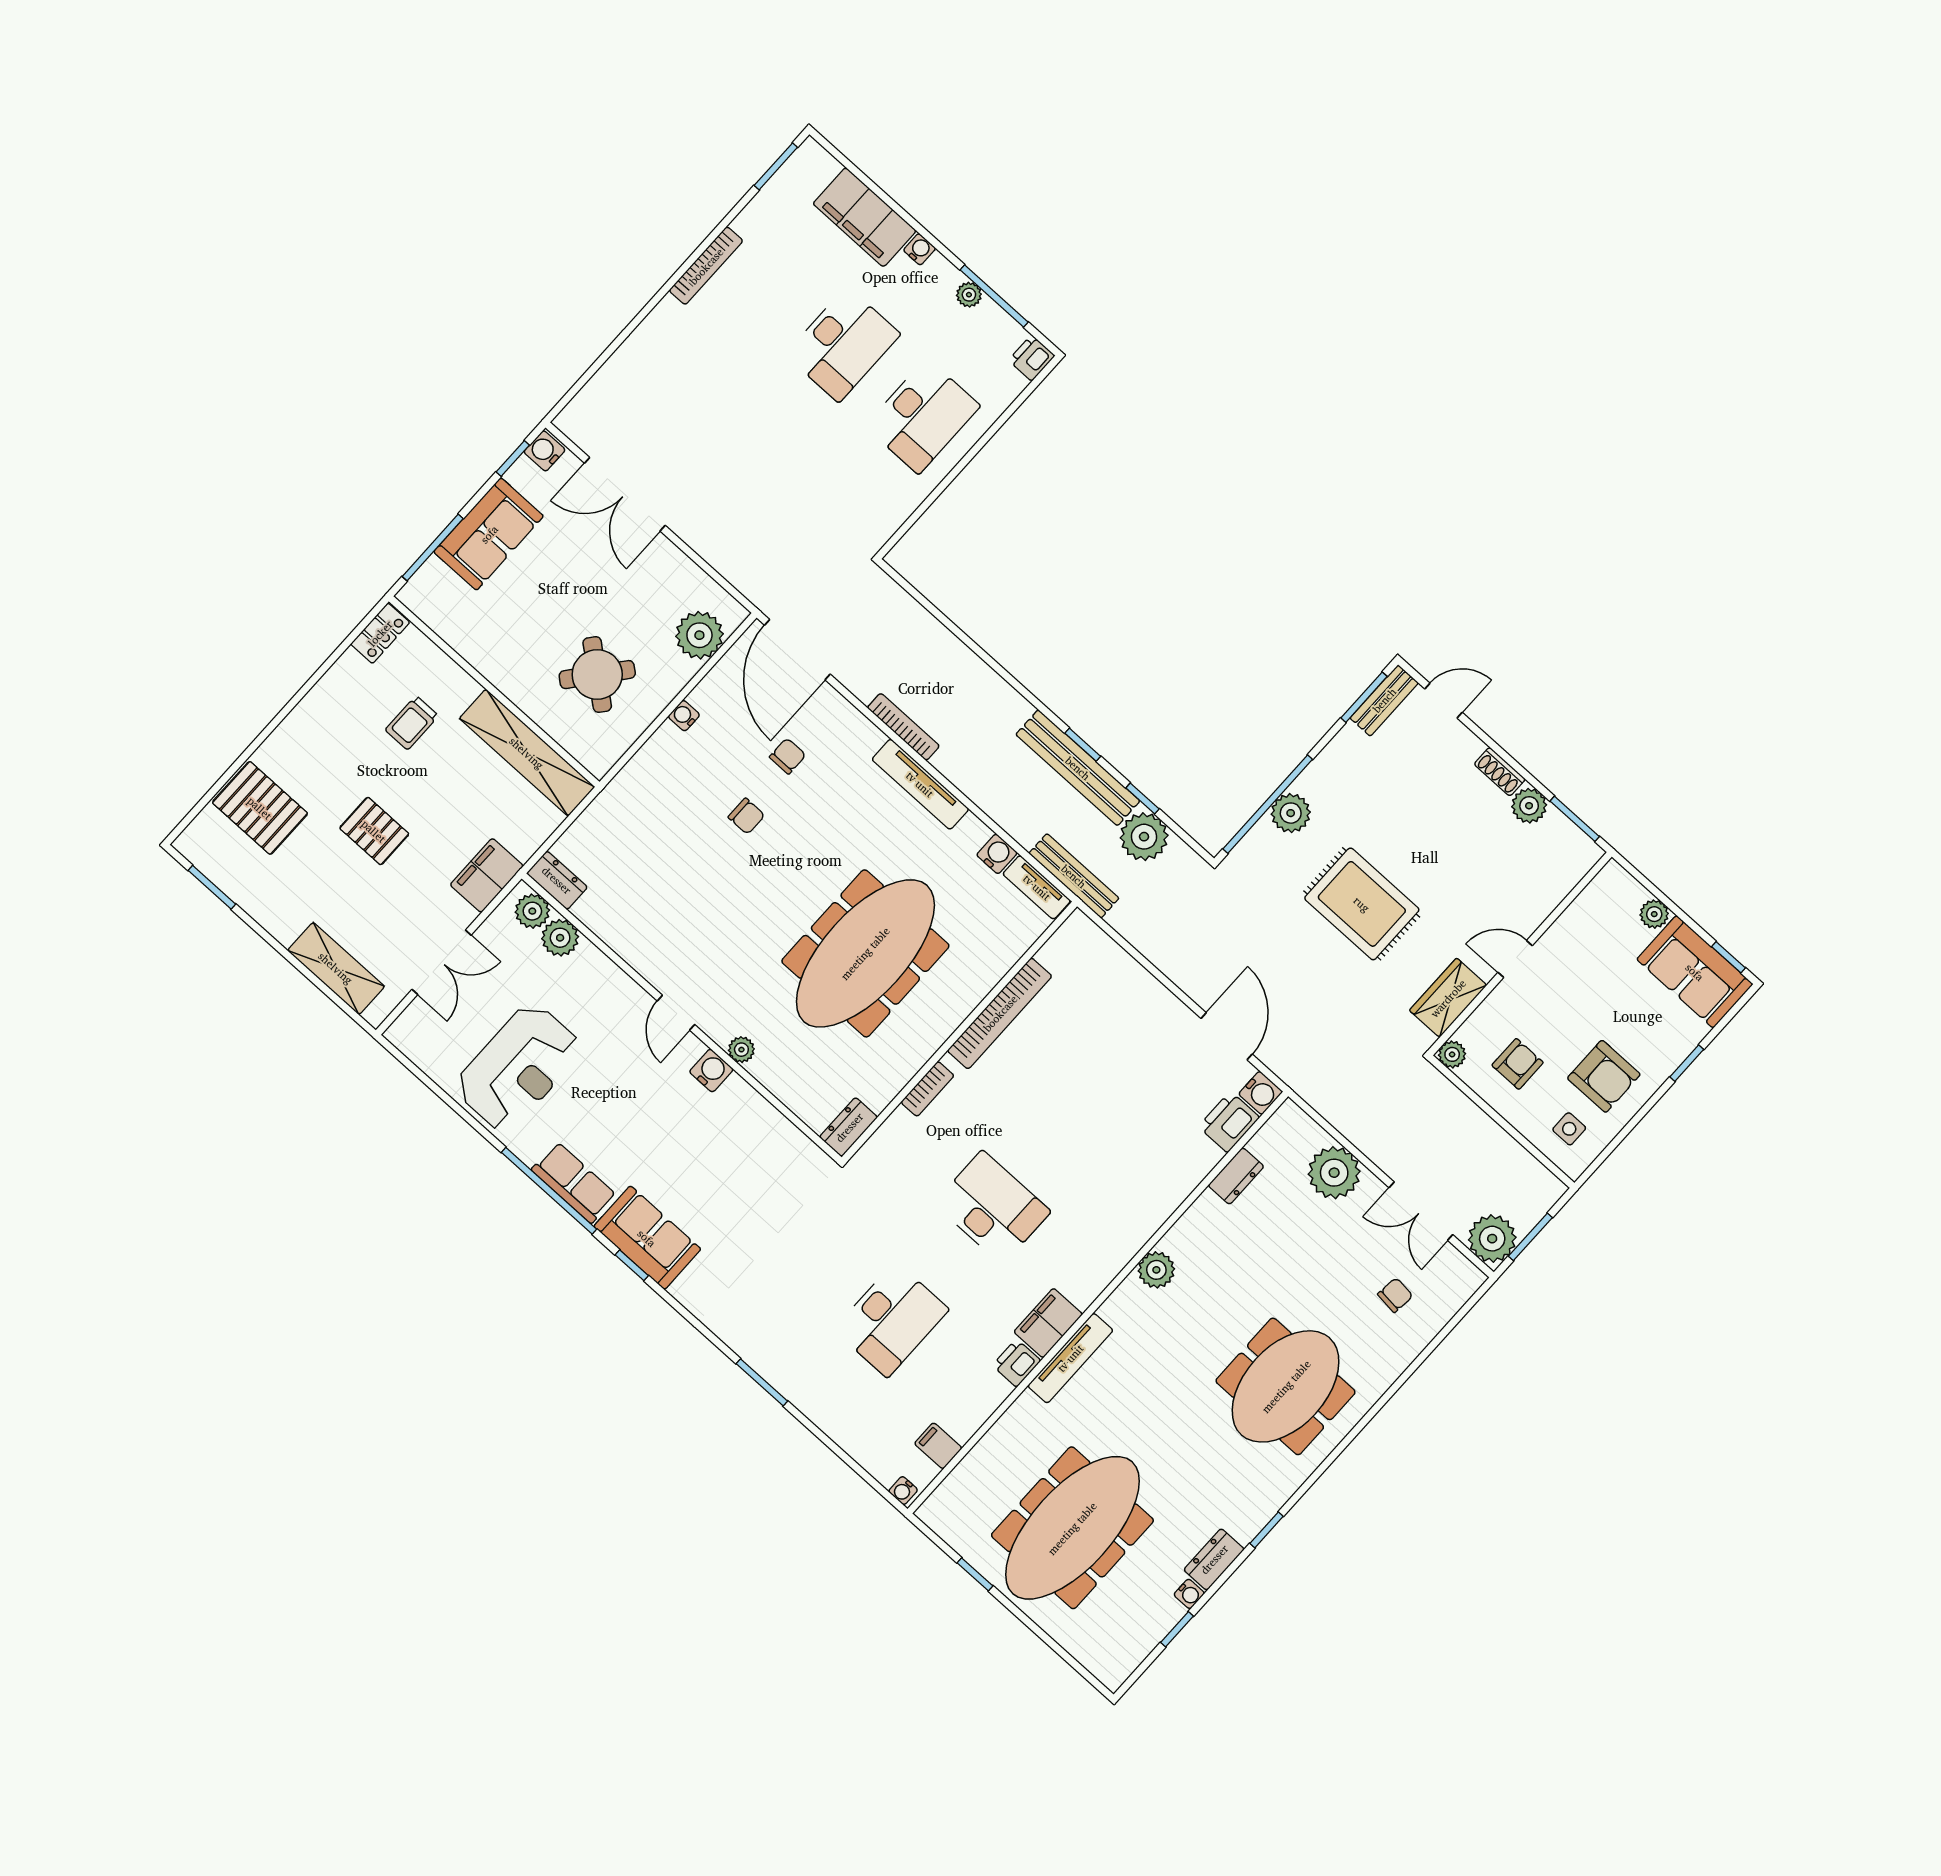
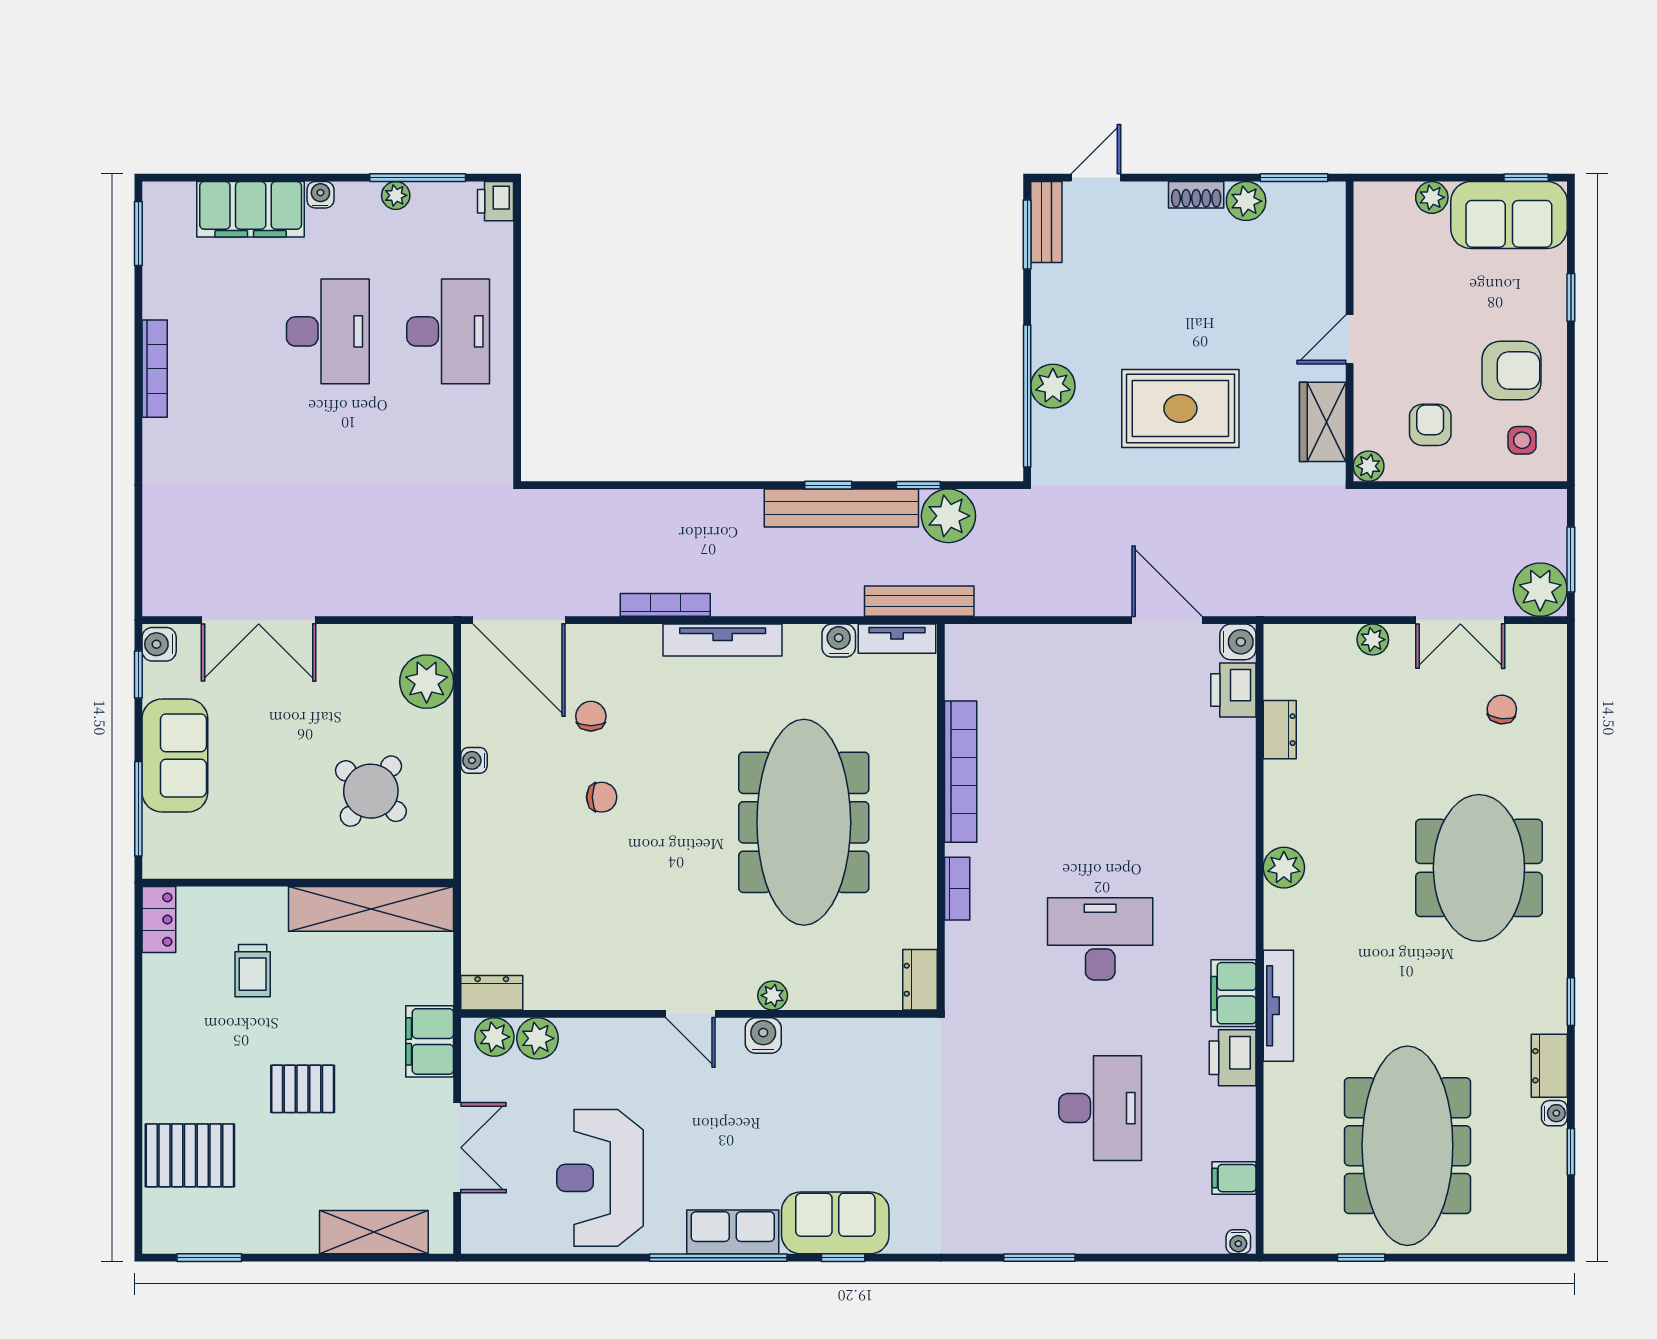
reception desk: (518, 1067) -> (600, 1178), turned 180
plant: (1334, 1173) -> (1373, 640), width x0.53, depth x0.53
printer: (1016, 1363) -> (1233, 1058), width x1.36, depth x1.24

